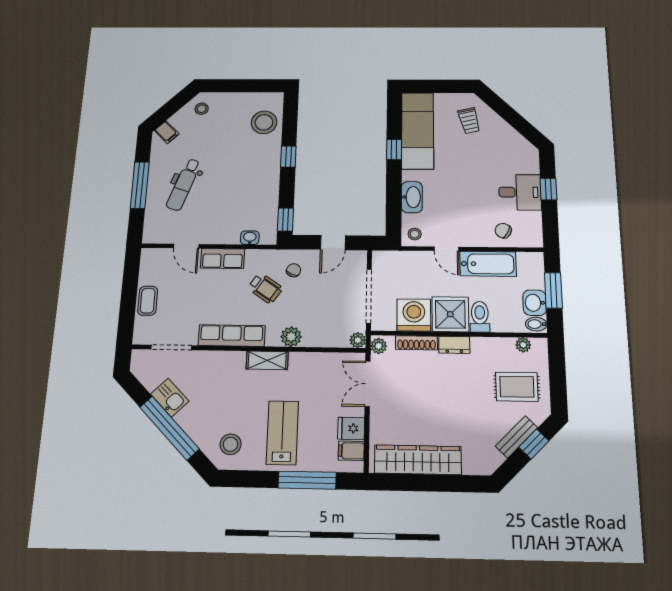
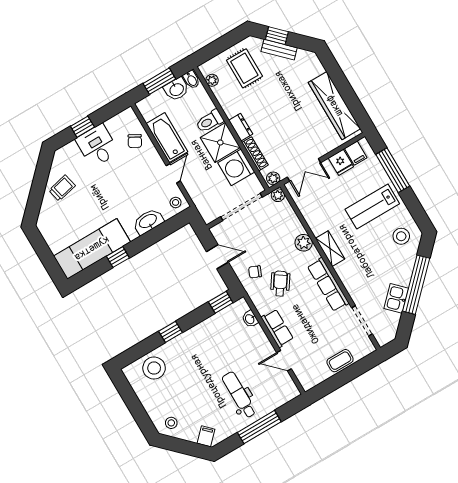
trolley: (469, 121) -> (62, 188), moved
dental chair: (184, 185) -> (239, 395), turned -109
door: (186, 246) -> (284, 361), swing flipped

